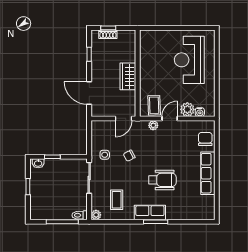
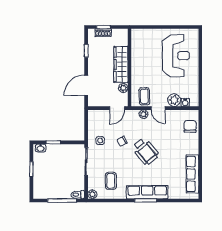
reception desk: (189, 60) -> (176, 56), turned 180
wardrobe: (128, 76) -> (121, 64), width x1.50
door: (89, 93) -> (86, 85), hinge flipped
plant: (130, 96) -> (123, 88), added
door: (170, 118) -> (158, 108), swing flipped
row of seats: (208, 173) -> (192, 174), moved
wheelchair: (162, 180) -> (145, 151), moved, turned 51
row of seats: (150, 212) -> (147, 192), width x1.48

